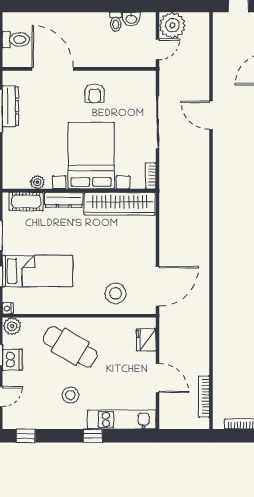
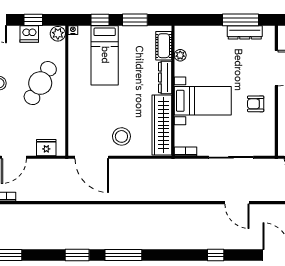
door: (211, 115) -> (237, 203), swing flipped
bed with nightstands: (91, 156) -> (203, 101), width x0.73
stool: (116, 293) -> (121, 136), moved

